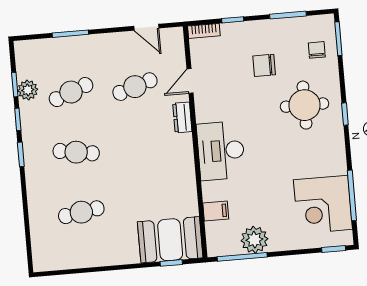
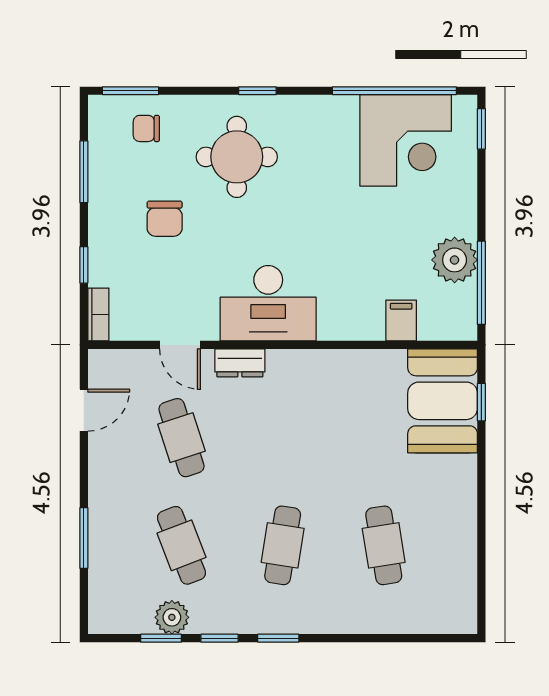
desk: (221, 151) -> (268, 303), moved
window: (352, 195) -> (394, 91), width x1.46

